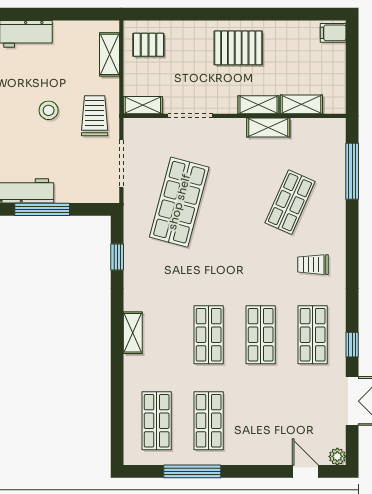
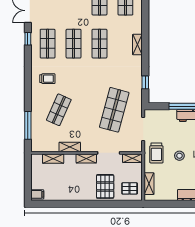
pallet: (238, 48) -> (105, 186), moved, turned 90
shelving: (258, 105) -> (86, 158), moved

